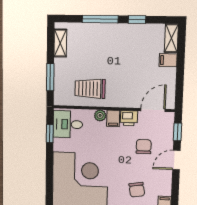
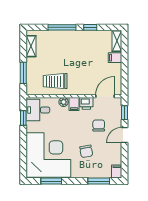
chair: (137, 190) -> (86, 151), moved

